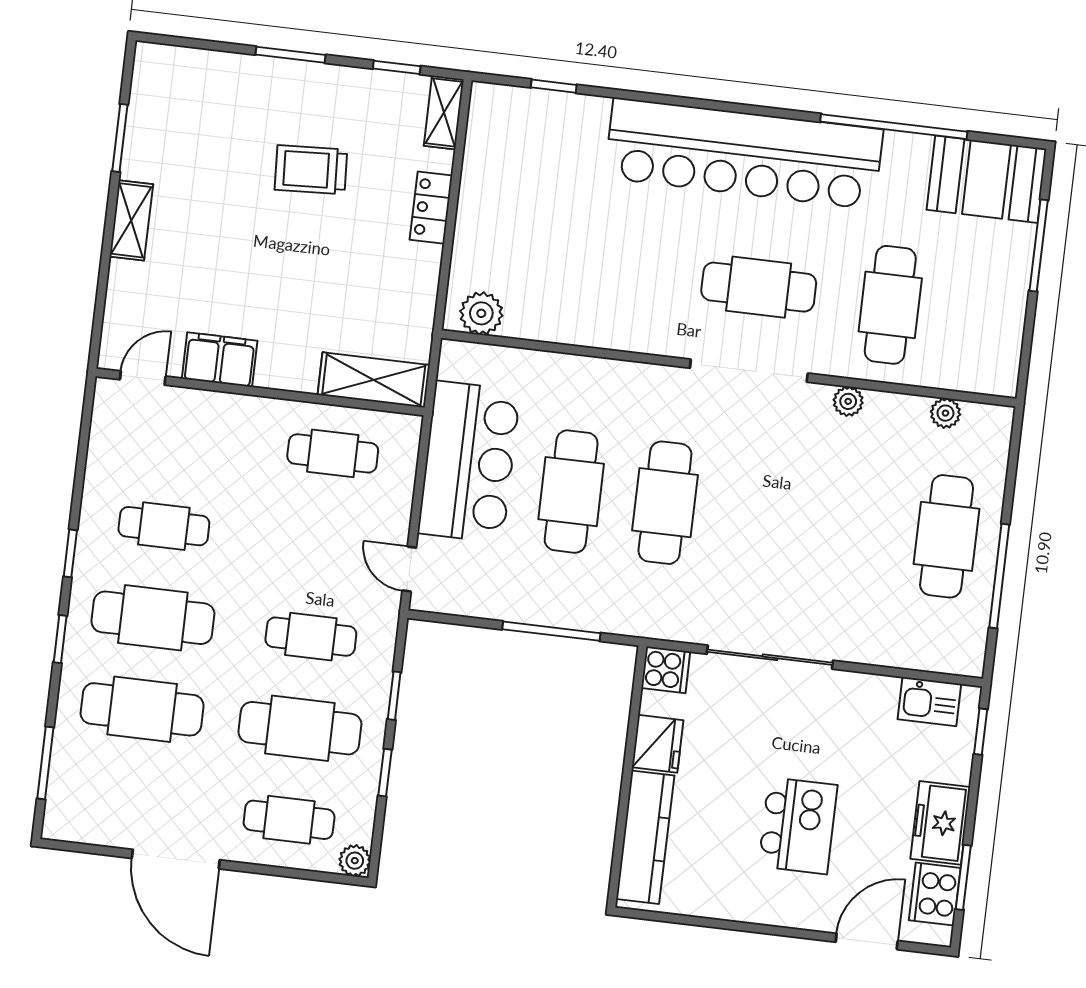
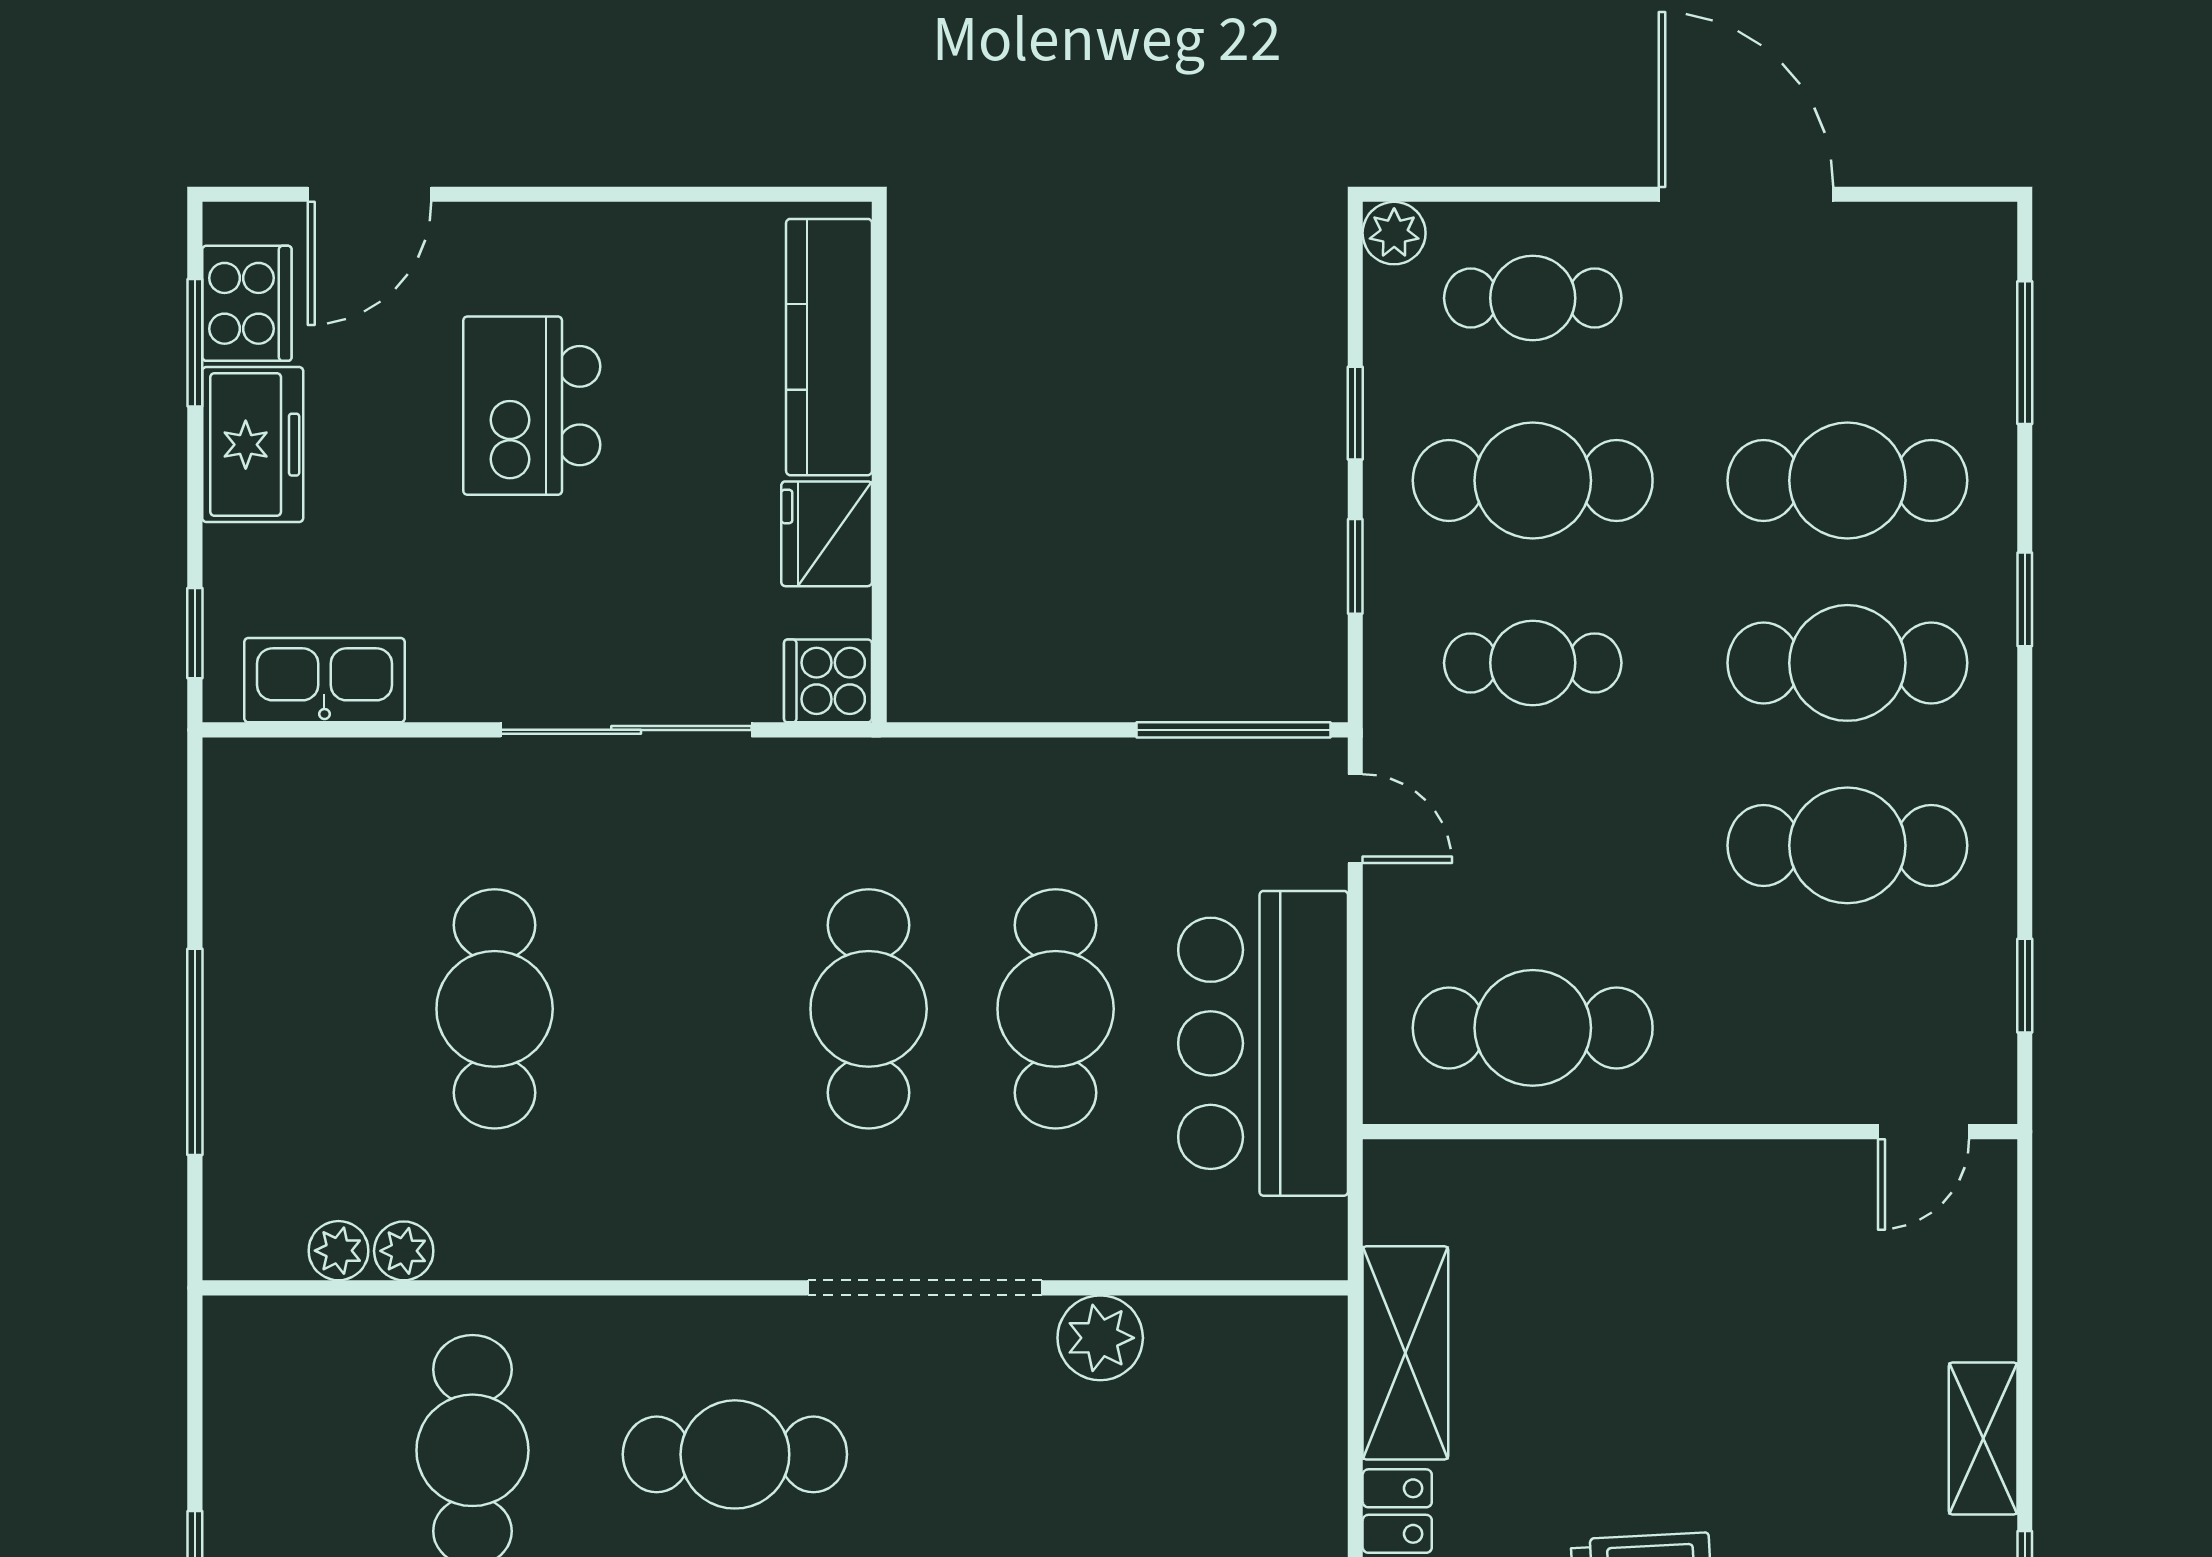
plant: (481, 313) -> (1100, 1338), moved
filing cabinet: (220, 360) -> (1777, 1186), removed
doorway: (749, 371) -> (925, 1288), moved
shelving: (374, 380) -> (1405, 1353), moved, turned 90
plant: (848, 401) -> (404, 1251), moved
cafe table: (333, 453) -> (1533, 1028), width x1.37, depth x1.35
cafe table: (164, 526) -> (1847, 845), width x1.37, depth x1.35
cafe table: (947, 536) -> (495, 1009), moved
window: (70, 553) -> (2025, 986), moved
window: (999, 576) -> (195, 1052), moved
window: (551, 631) -> (1233, 730), moved
kitchen sink: (929, 702) -> (324, 680), width x1.38

